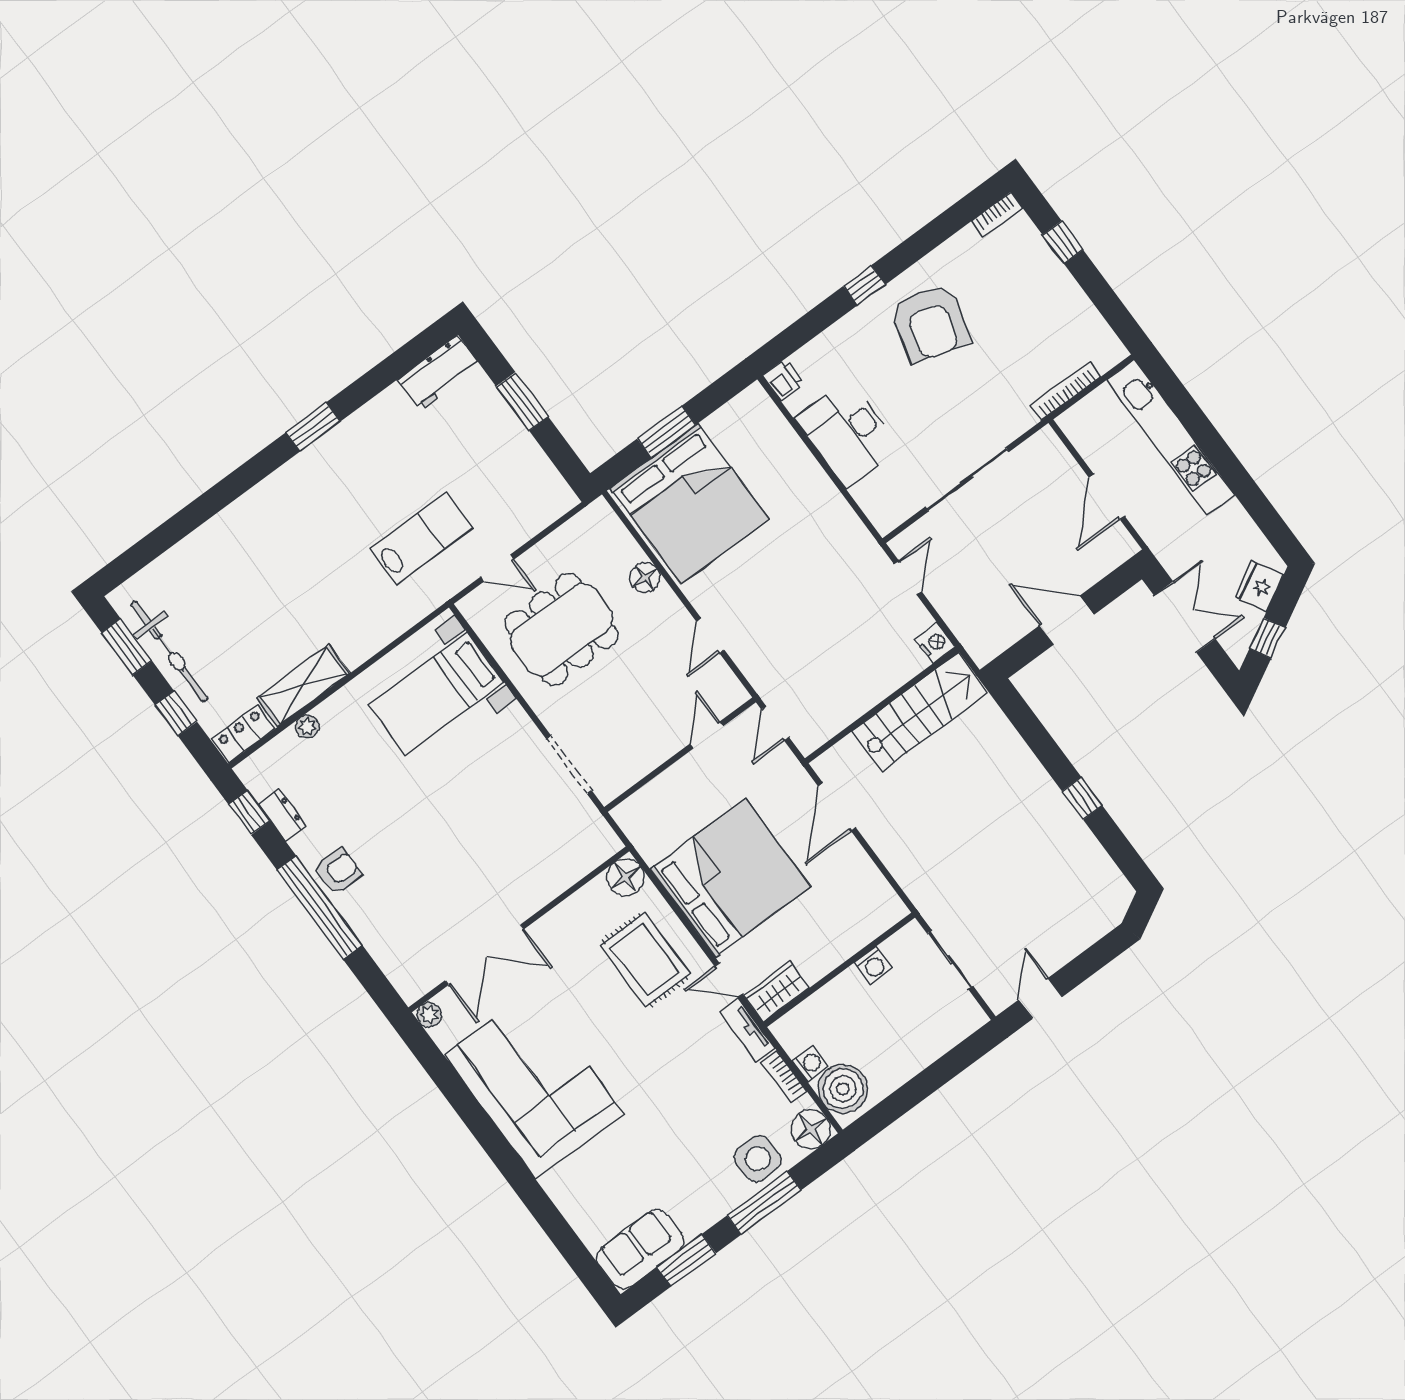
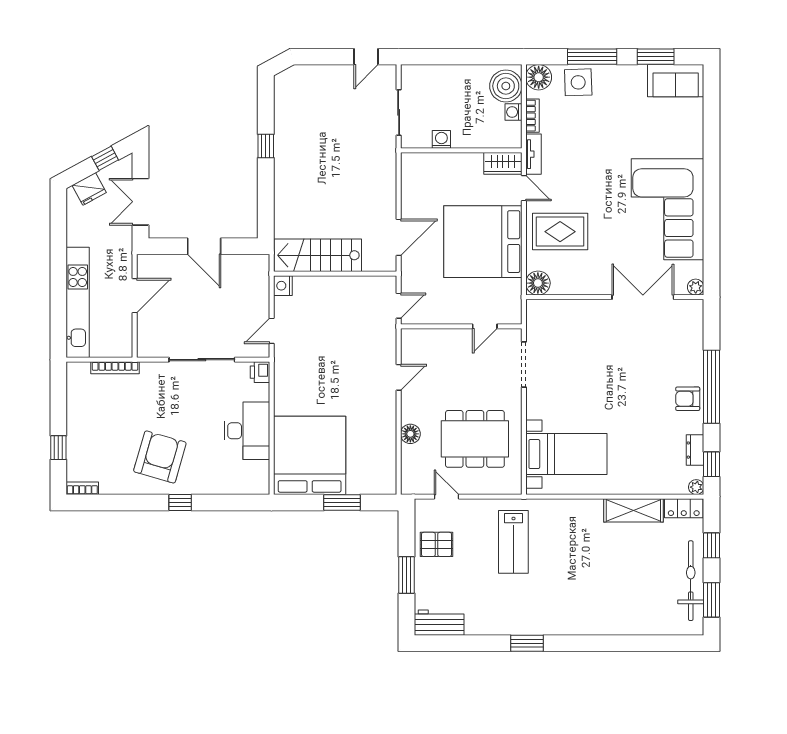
printer: (783, 380) -> (260, 372), moved
pallet: (513, 466) -> (436, 544), added
bed: (690, 504) -> (310, 455), moved
lab bench: (421, 539) -> (513, 542), turned -90
door: (497, 568) -> (447, 497), moved
plant: (307, 727) -> (696, 487), moved
door: (707, 735) -> (485, 326), moved
rug: (645, 960) -> (560, 232), turned 90

